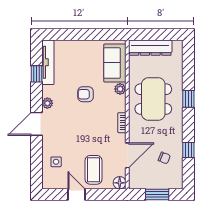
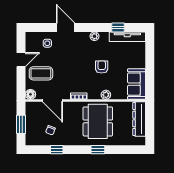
sofa: (115, 63) -> (136, 84), moved, turned -90
dining table: (153, 99) -> (98, 121), turned 90
door: (36, 124) -> (66, 27), moved

